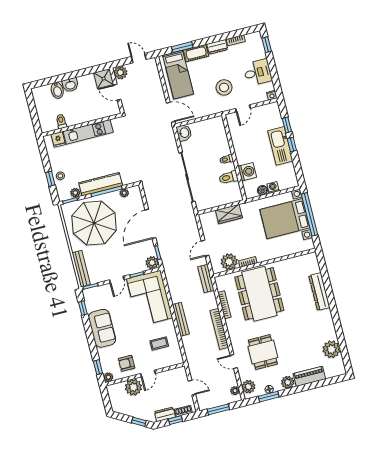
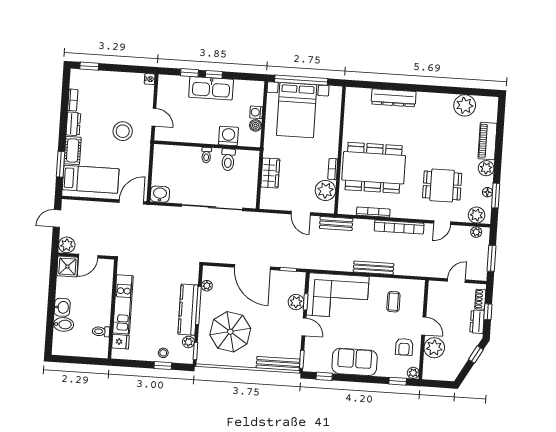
desk: (258, 72) -> (118, 87), removed
parasol: (94, 223) -> (230, 332), width x0.73, depth x0.73
plant: (152, 263) -> (296, 302), moved

